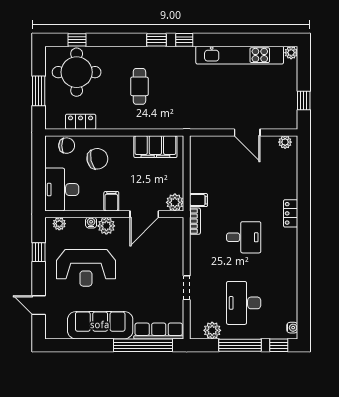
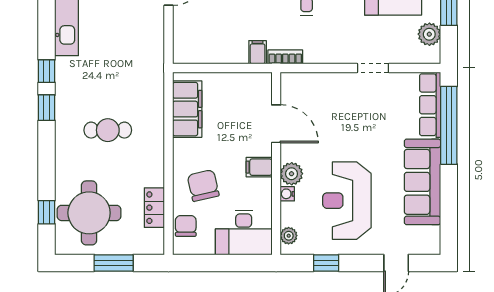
plant: (175, 202) -> (261, 83), removed
reception desk: (86, 268) -> (347, 201), turned 180

